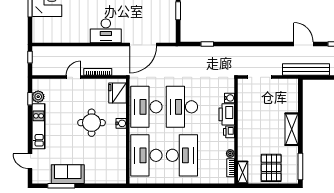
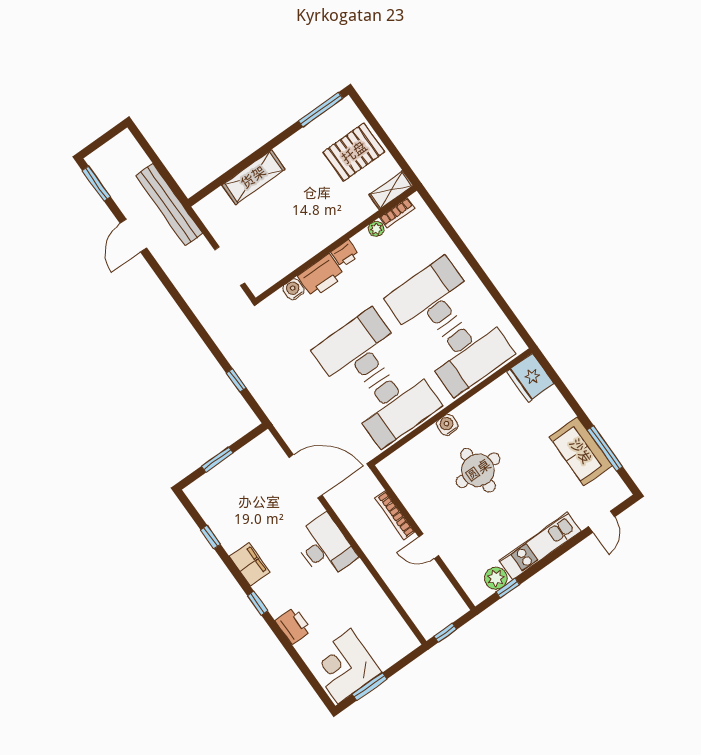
fridge: (118, 93) -> (530, 378), moved, turned 90
desk: (182, 107) -> (358, 351), turned 180
shelving: (292, 129) -> (253, 177), moved

